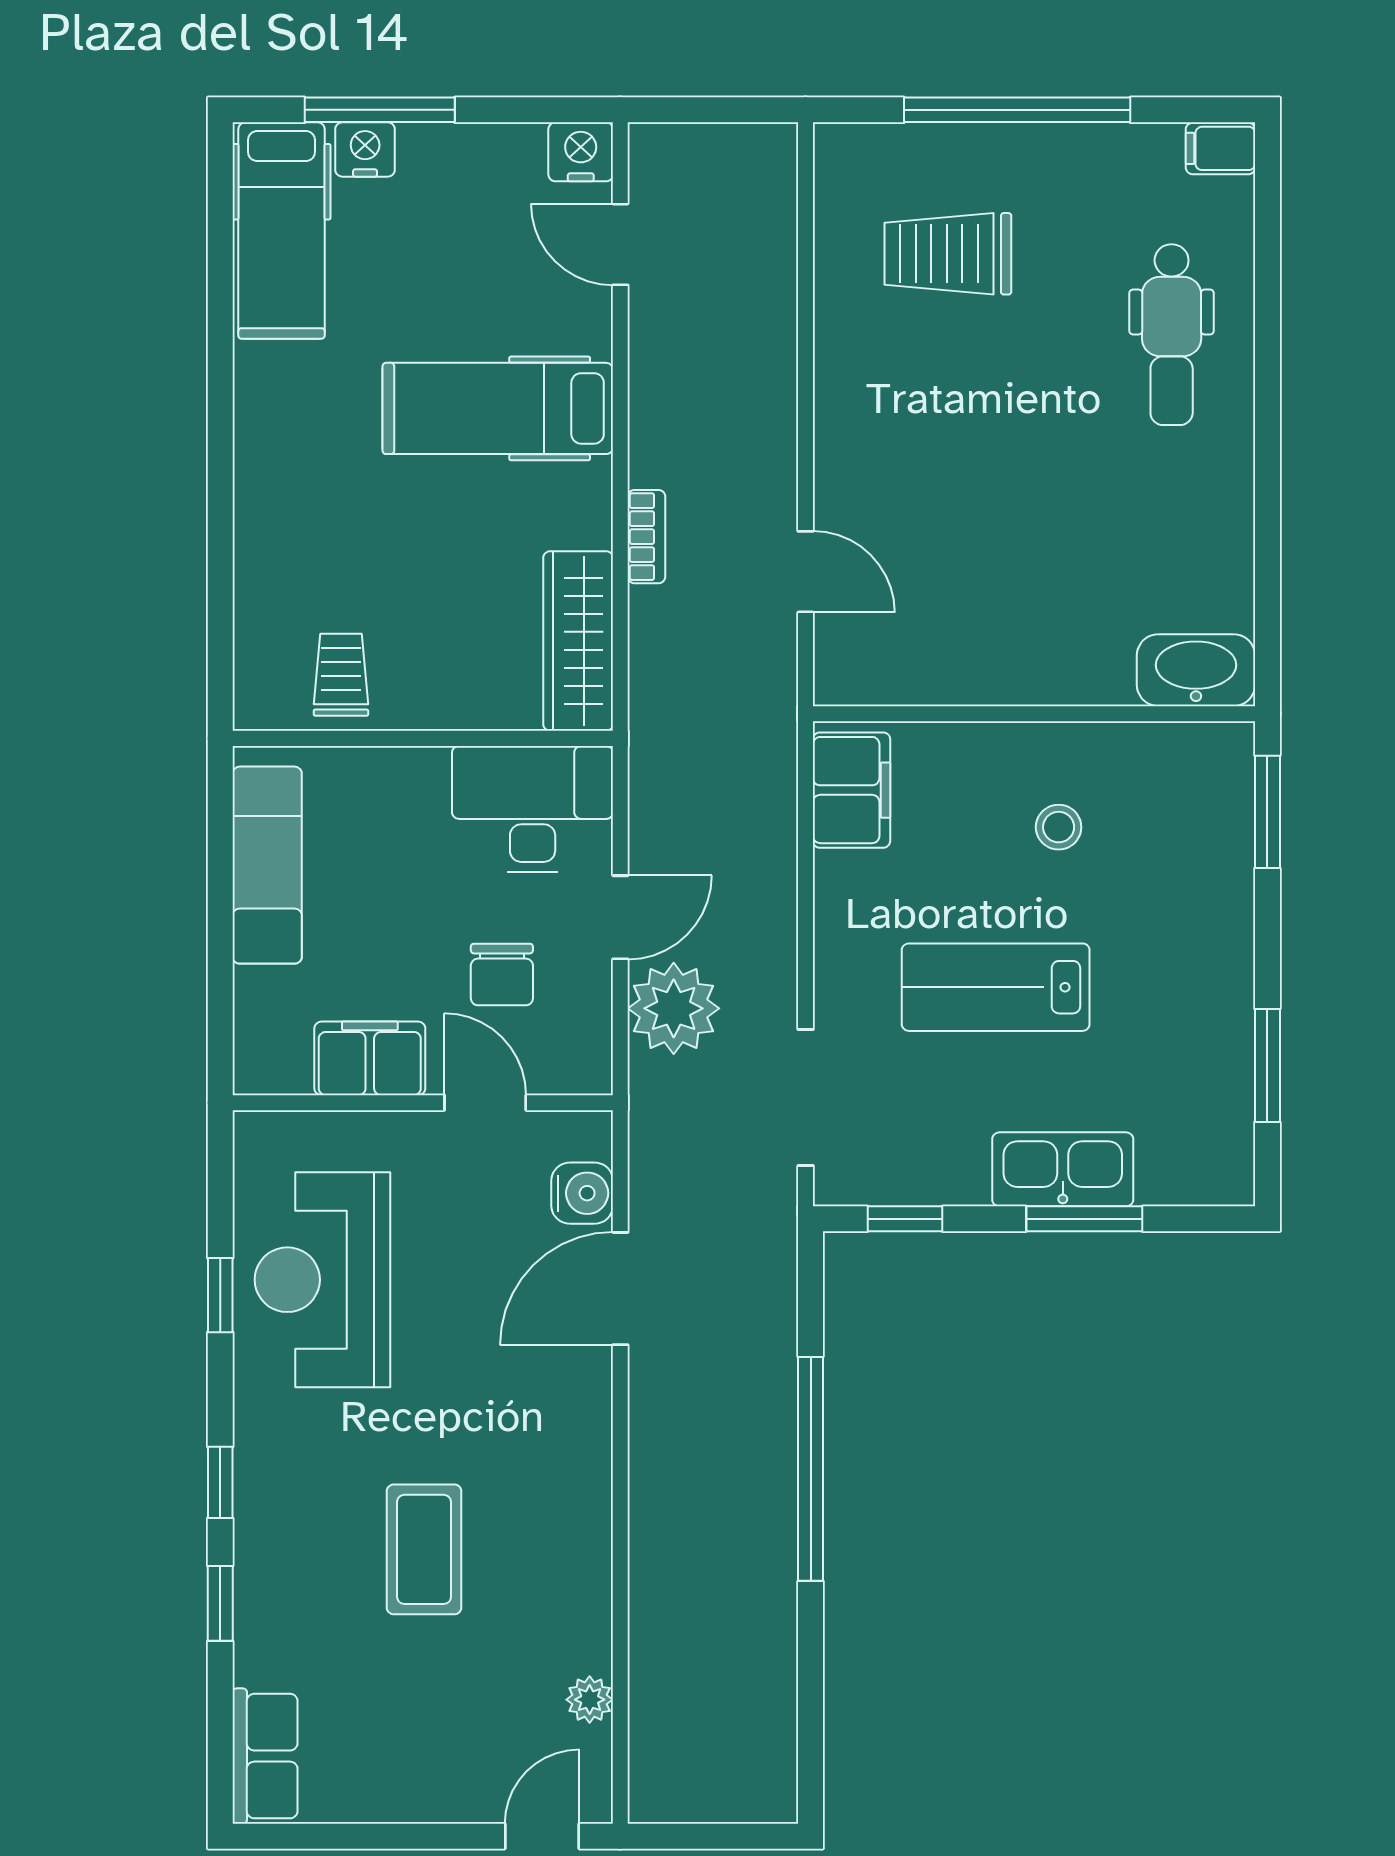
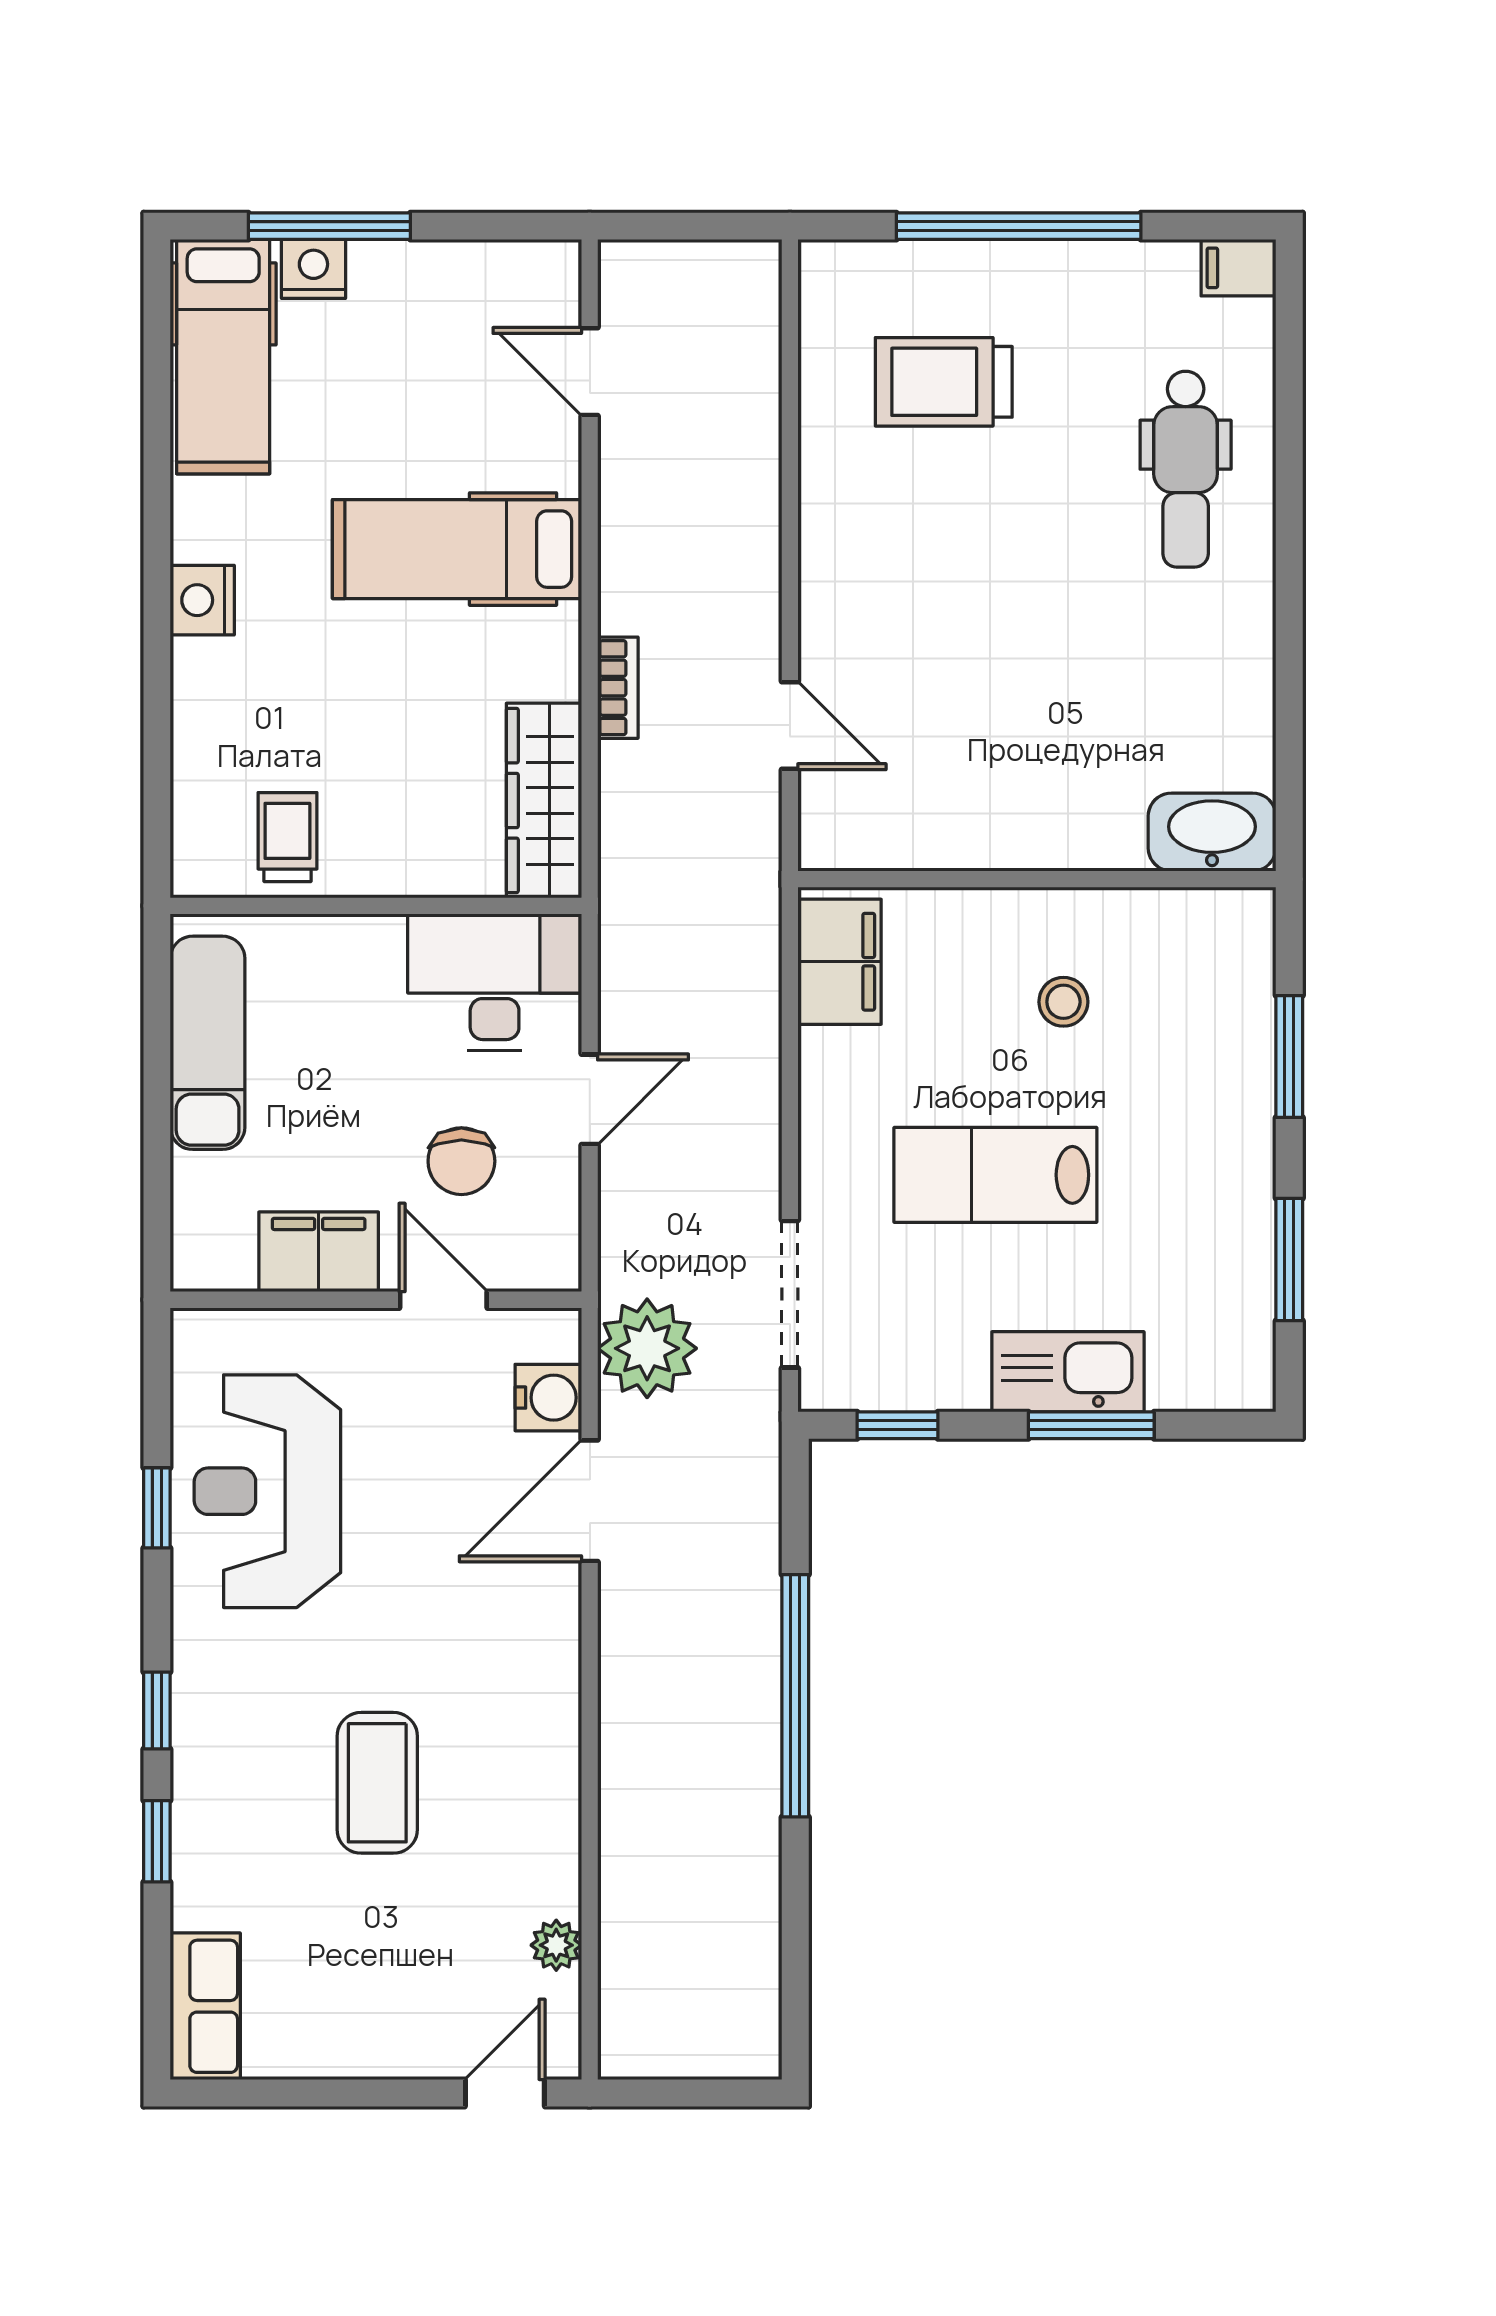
nightstand: (581, 152) -> (202, 600), moved, turned -90
window: (1267, 812) -> (1289, 1057), moved
plant: (674, 1008) -> (647, 1348), moved

